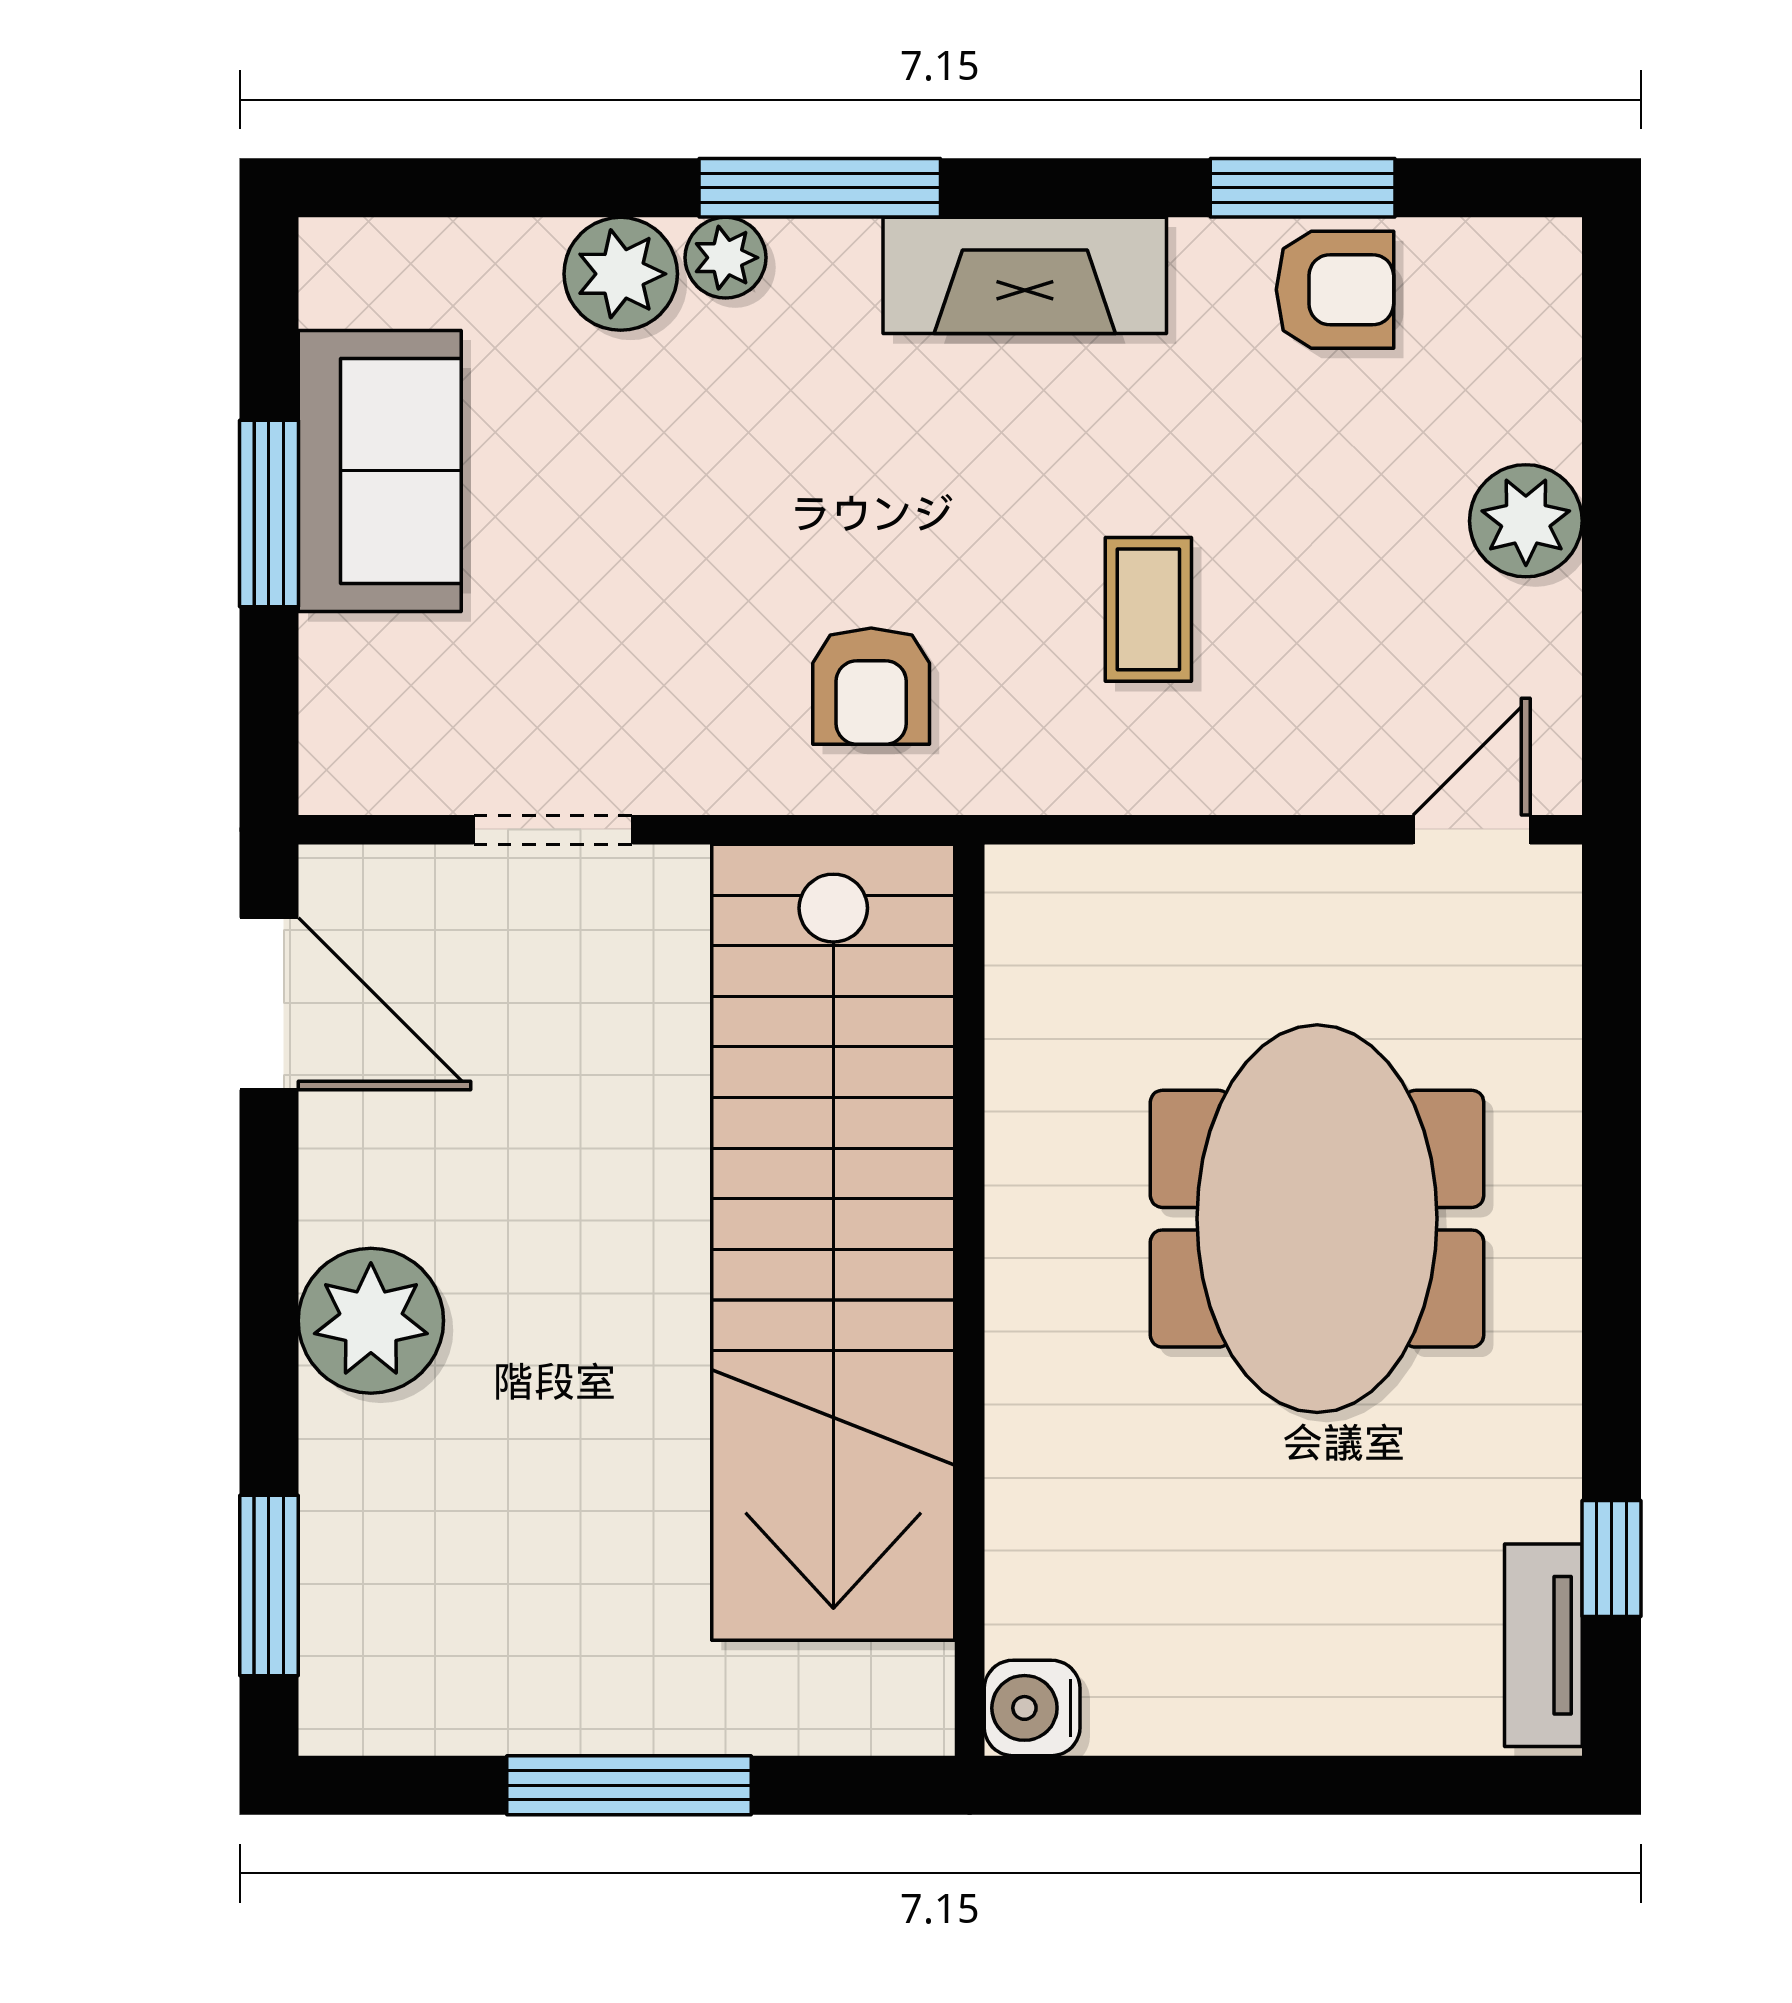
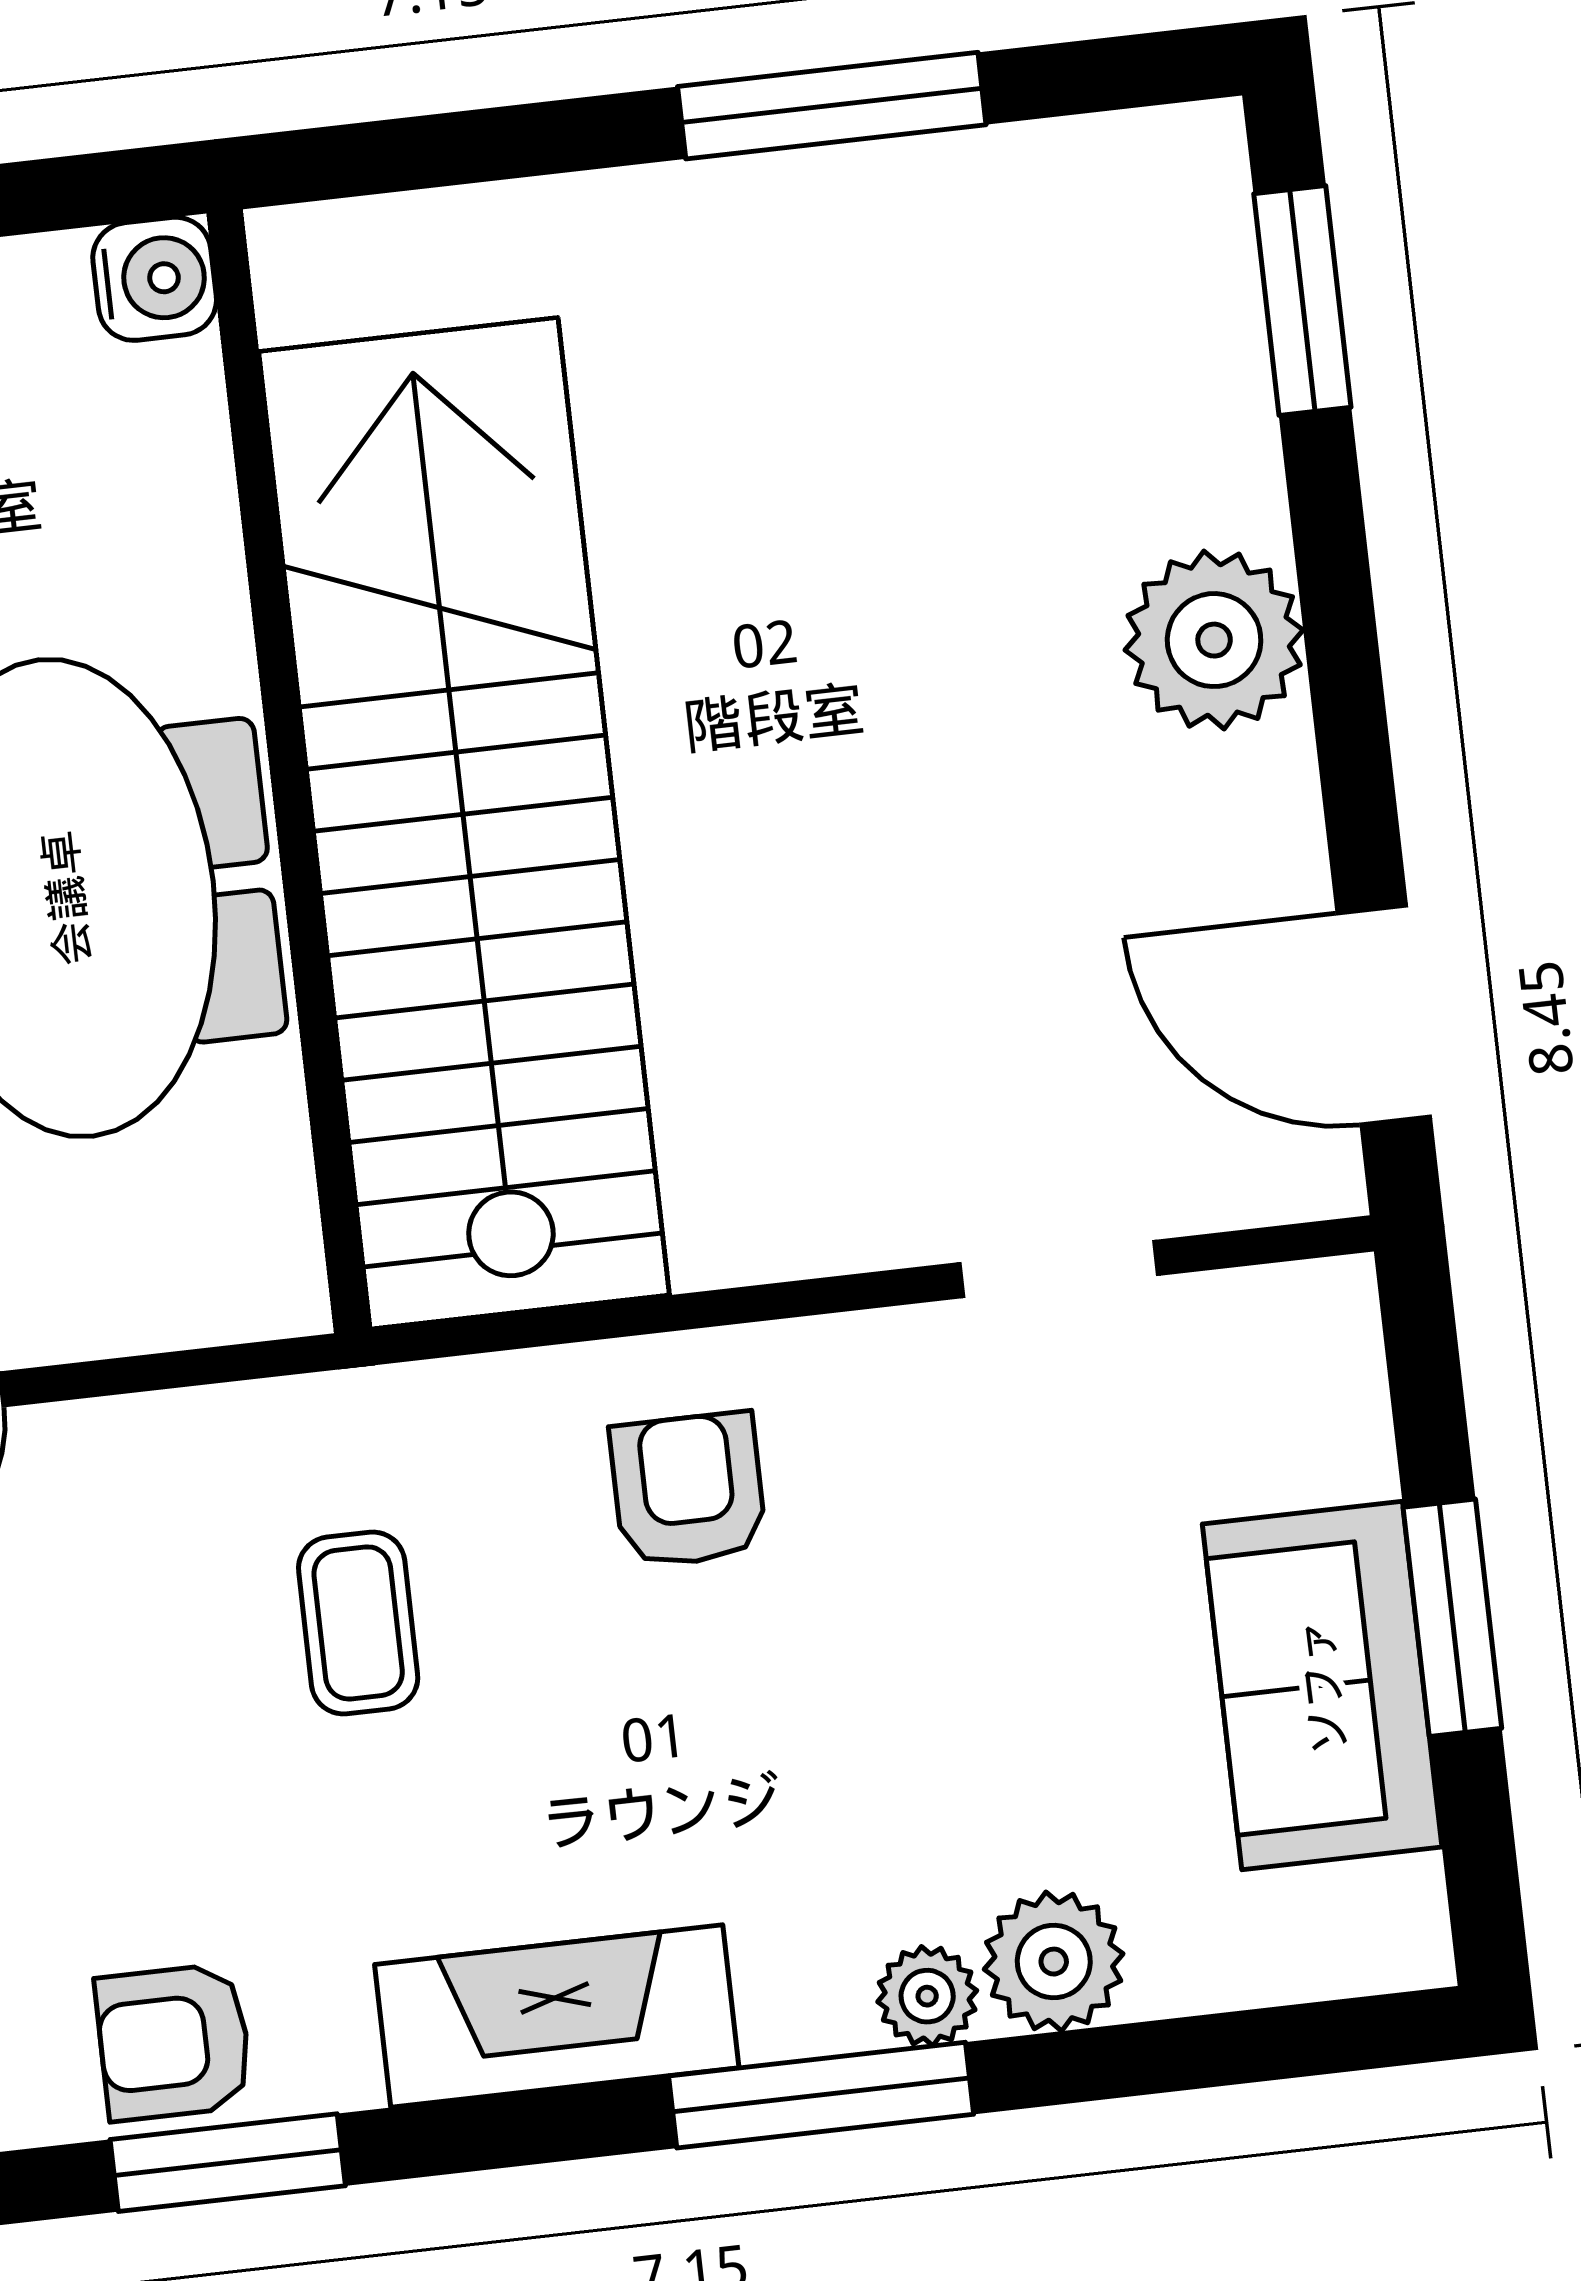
stairs: (833, 1242) -> (464, 823), moved
wall: (970, 1300) -> (289, 771), moved
water cooler: (1032, 1708) -> (155, 279), moved

